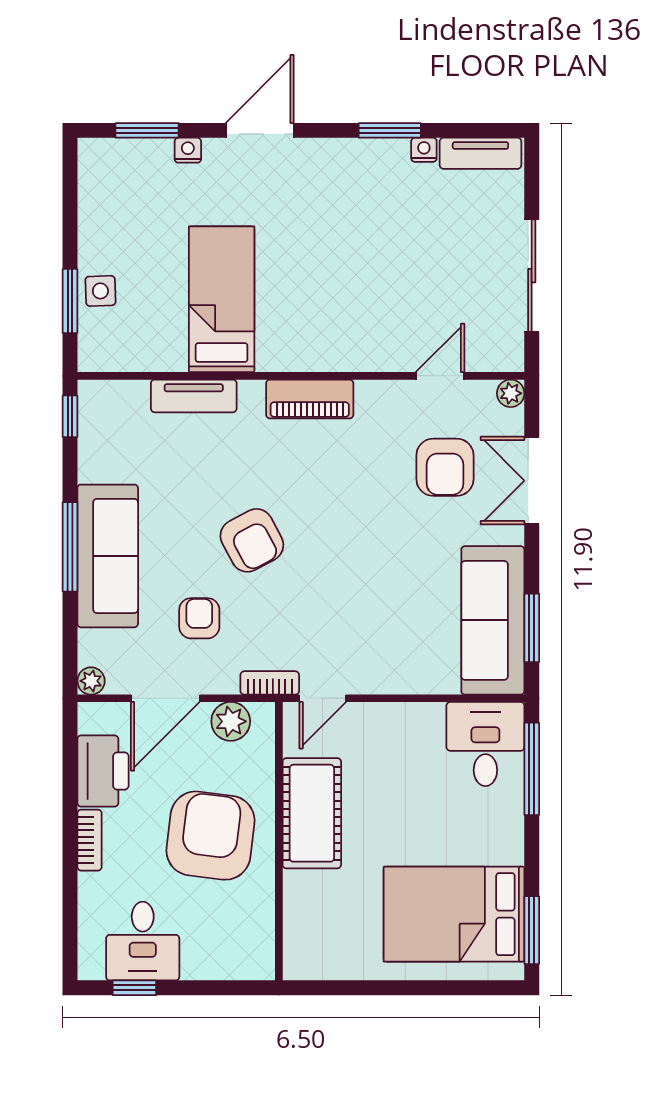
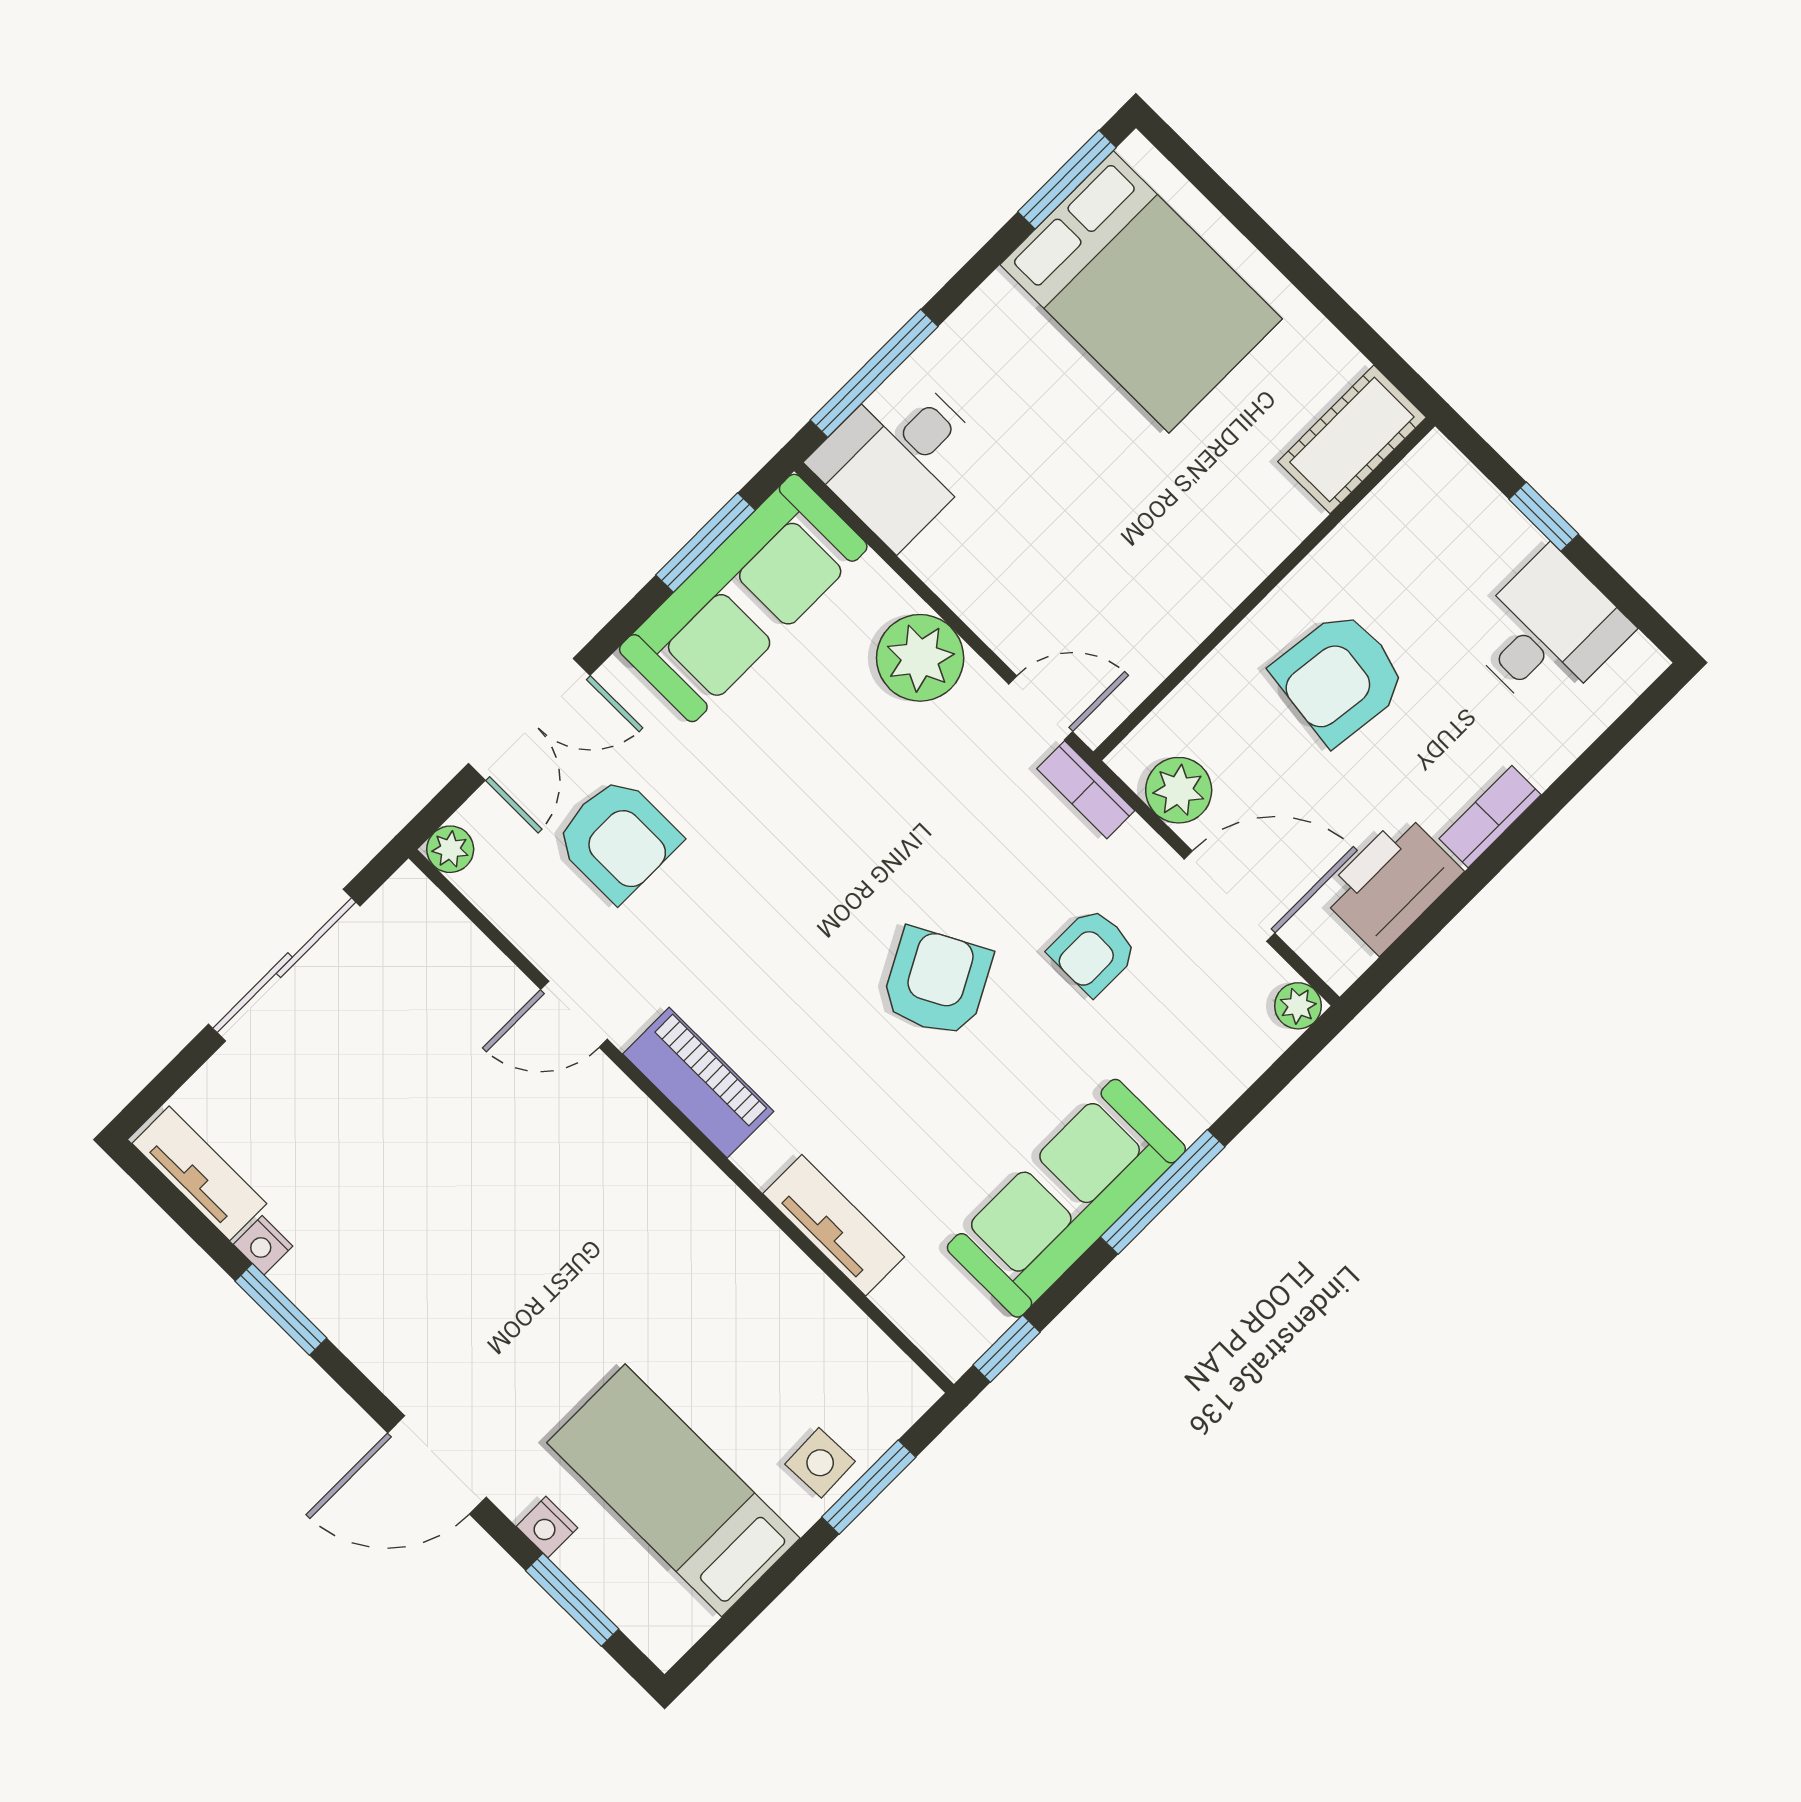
bed: (222, 299) -> (673, 1490), moved, turned 90
door: (440, 376) -> (574, 1014), moved
armchair: (445, 467) -> (618, 839), turned 90
sofa: (108, 556) -> (1066, 1198), moved
plant: (394, 669) -> (920, 658), added
cot: (312, 813) -> (1352, 439), moved, width x0.73, depth x0.75
armchair: (211, 836) -> (1339, 677), width x0.73, depth x0.73
window: (134, 988) -> (1544, 517), moved

